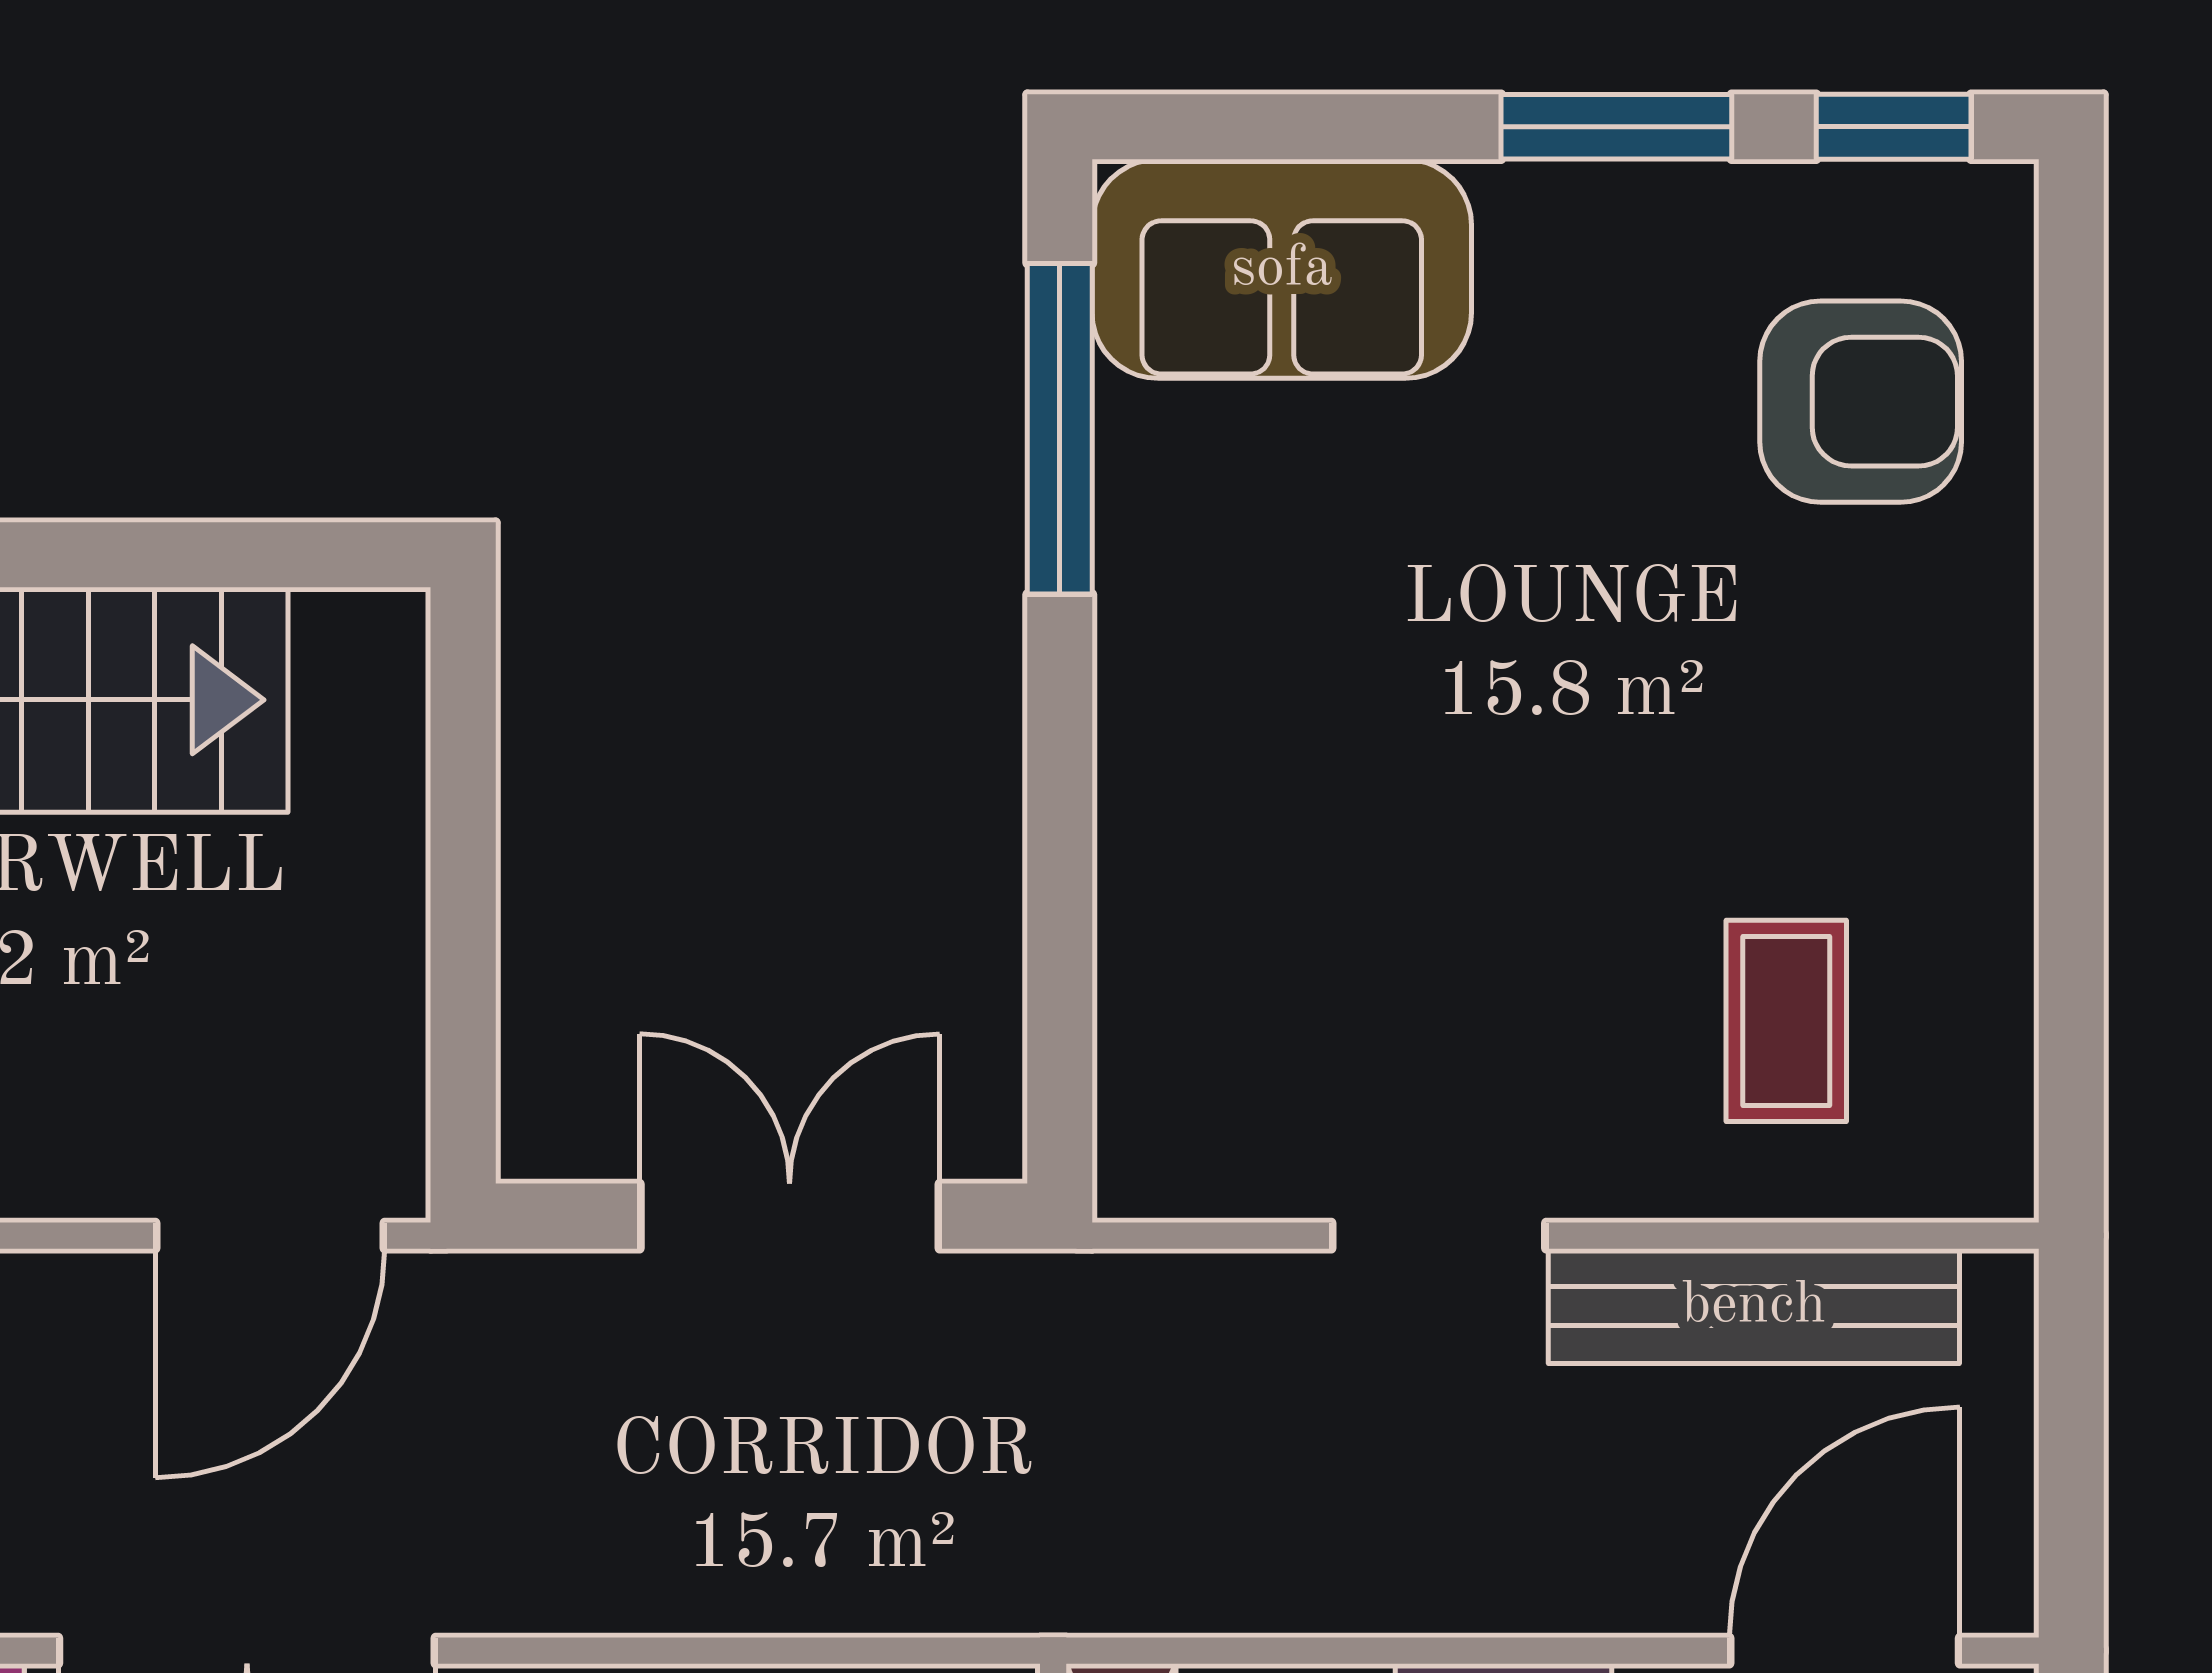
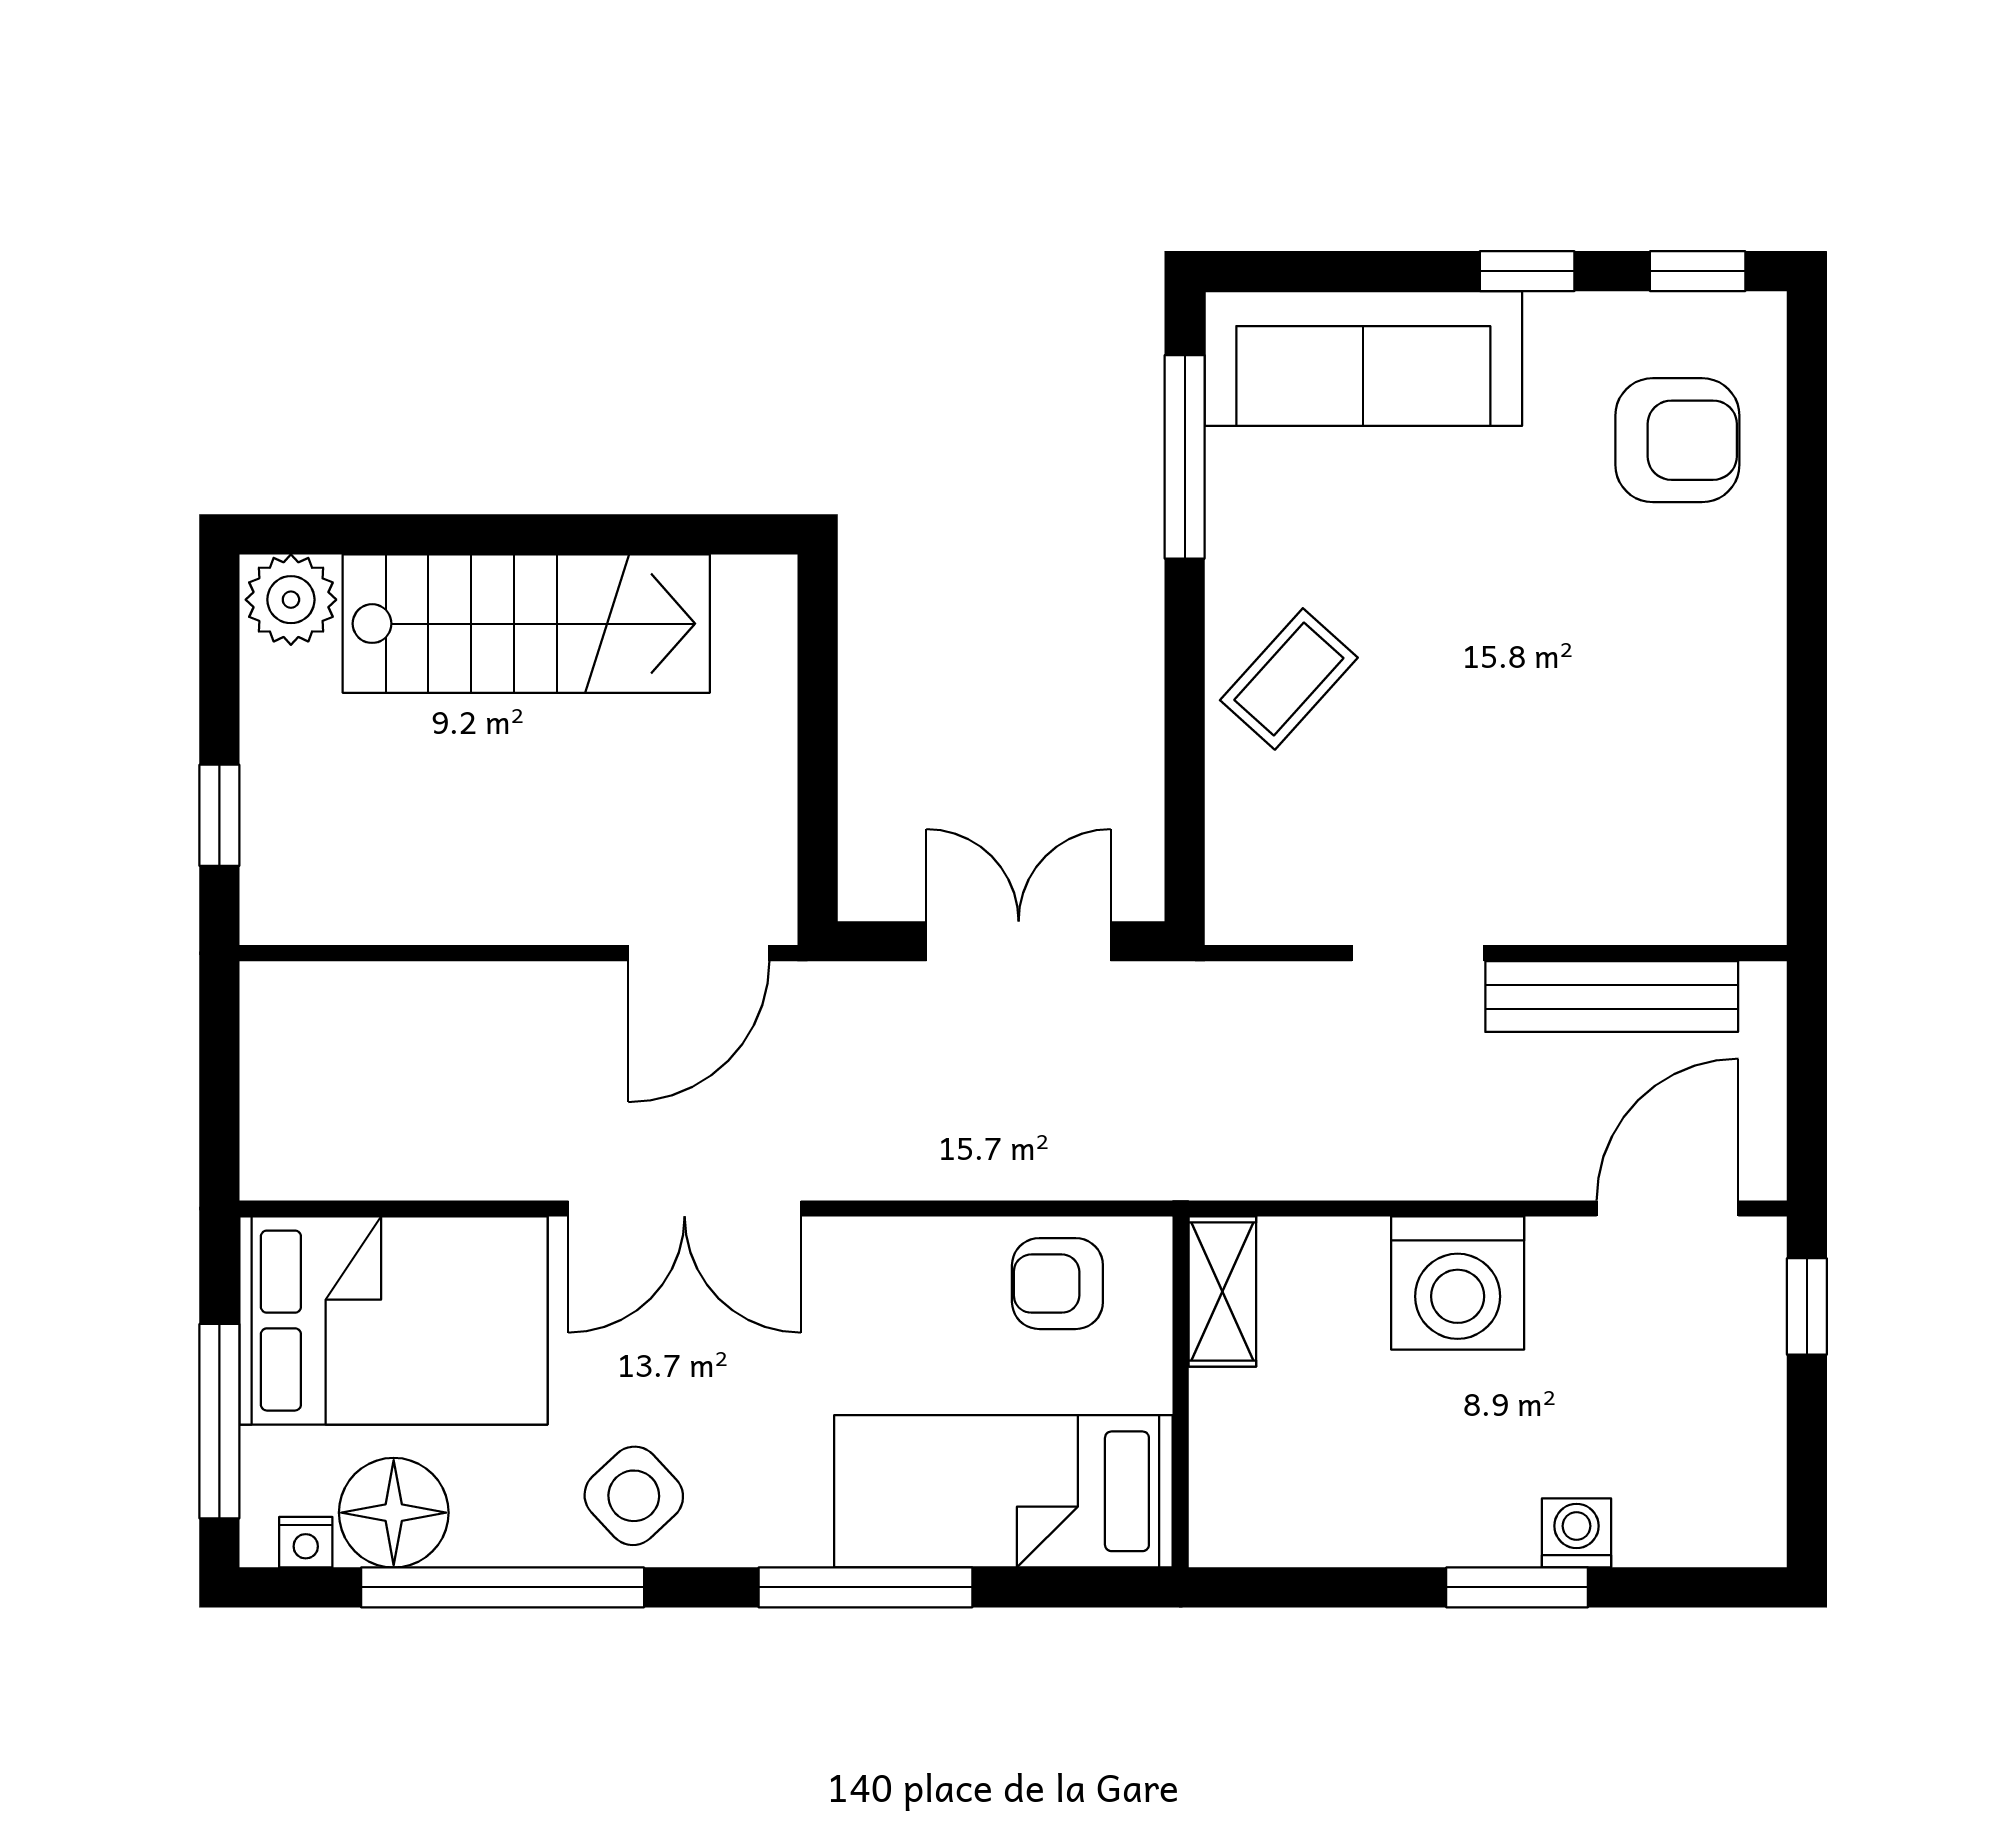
window: (1616, 127) -> (1527, 271), width x0.67
sofa: (1282, 269) -> (1363, 358), width x1.36
coffee table: (1786, 1021) -> (1289, 679), moved, turned 42

